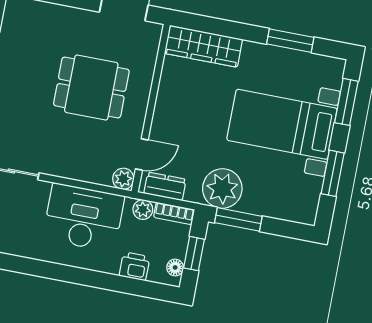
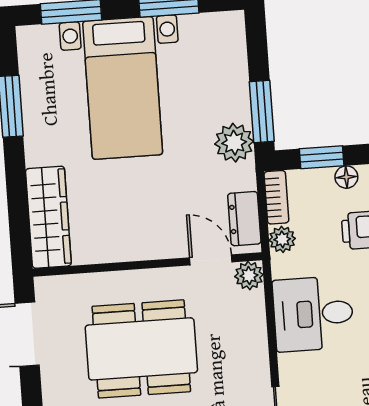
dining table: (91, 88) -> (141, 349), width x1.38
plant: (222, 188) -> (234, 143), width x0.73, depth x0.73
desk: (84, 218) -> (313, 314), width x0.73

